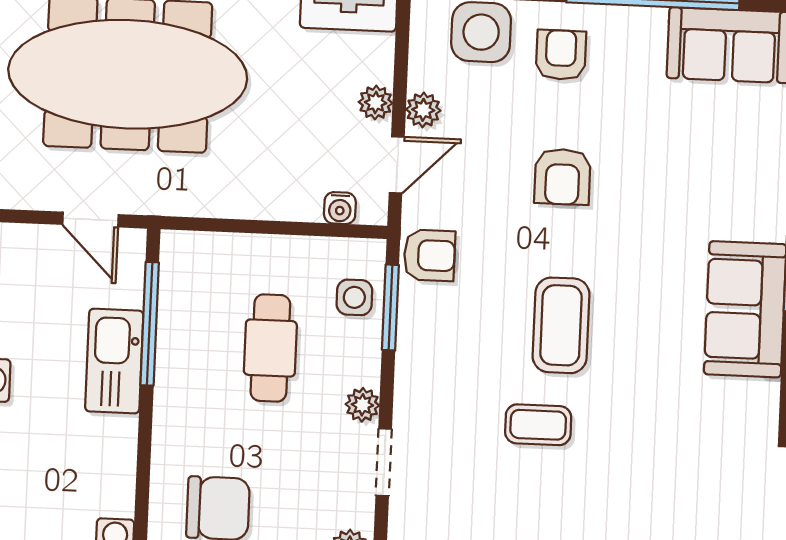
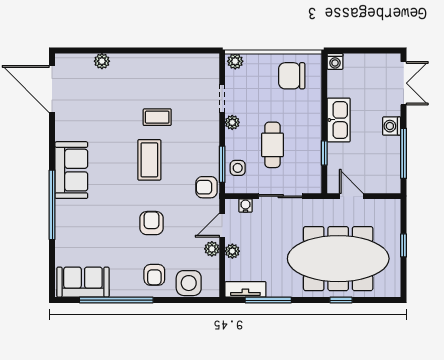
sliding door: (256, 227) -> (281, 196), added
window: (150, 324) -> (324, 153), width x0.46
kitchen sink: (114, 361) -> (339, 120), moved

